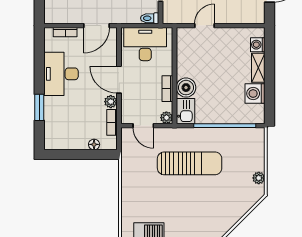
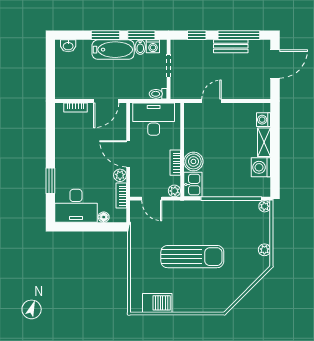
desk: (61, 74) -> (76, 206), moved, turned -90
plant: (259, 133) -> (265, 206), added
sun lounger: (190, 163) -> (192, 257), moved

